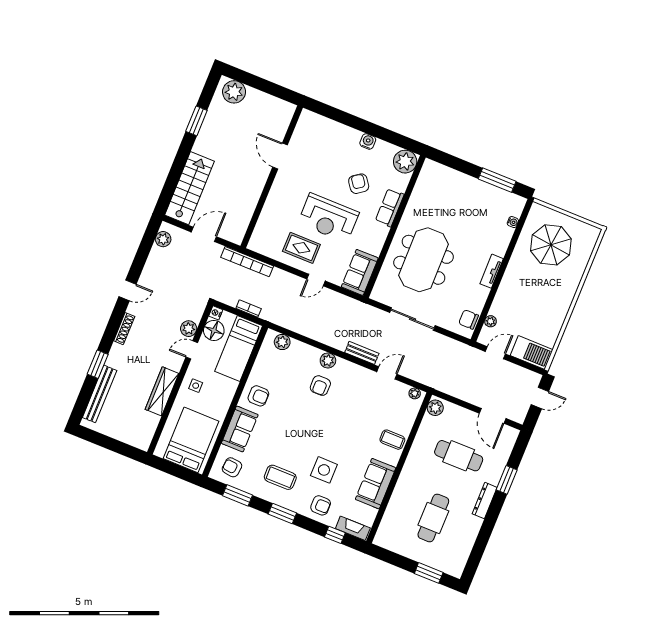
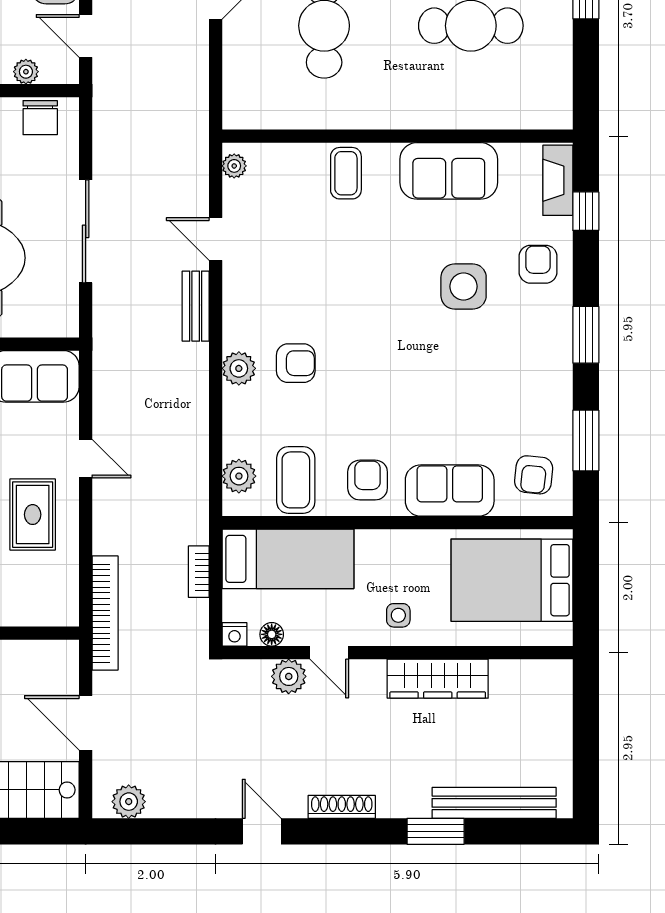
floor lamp: (214, 330) -> (272, 634), width x0.53, depth x0.53
plant: (435, 408) -> (246, 113), removed
coffee table: (280, 477) -> (296, 480), moved

